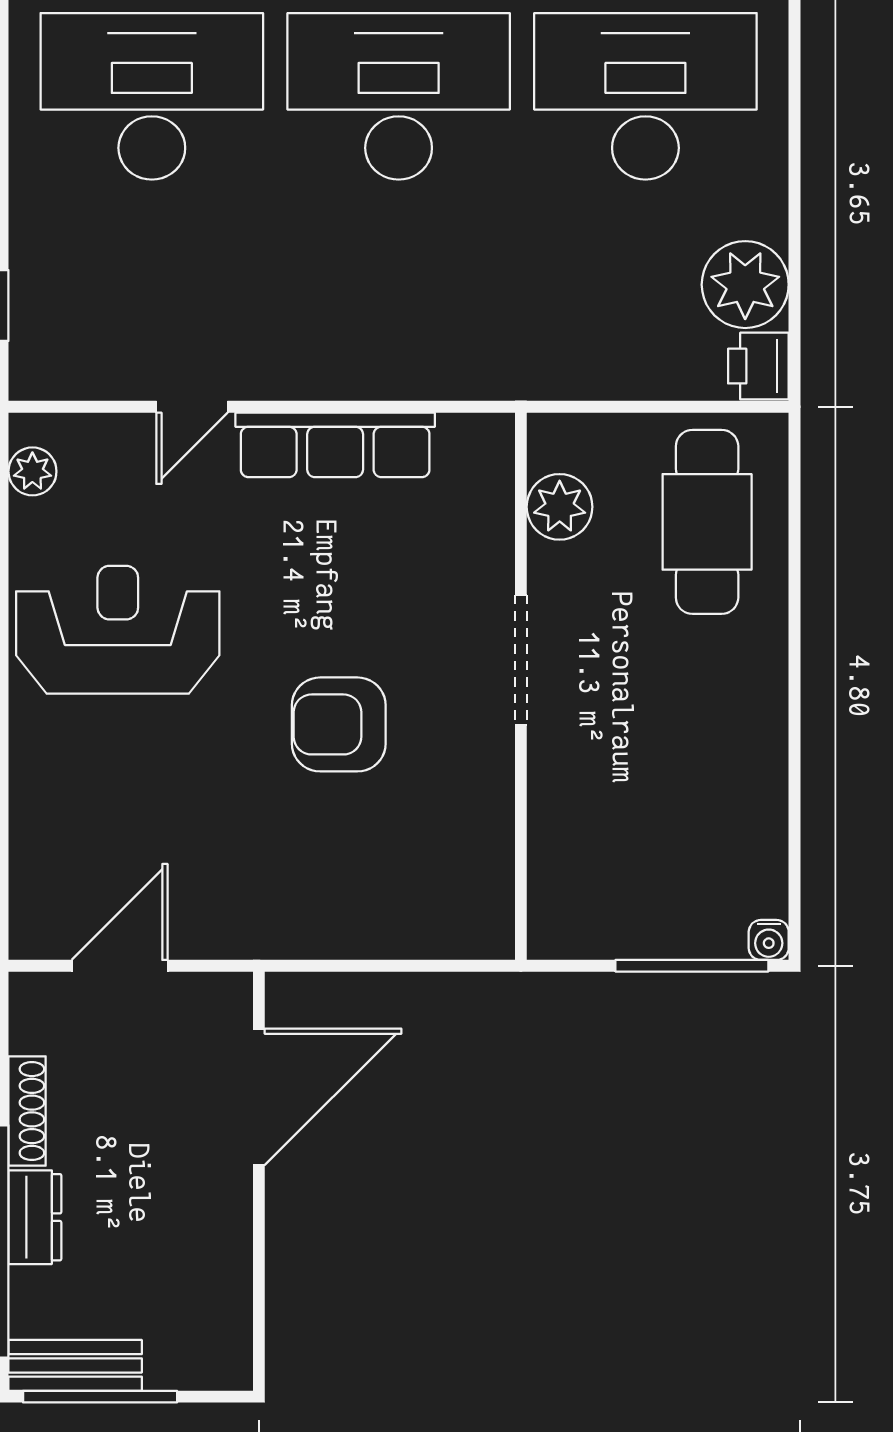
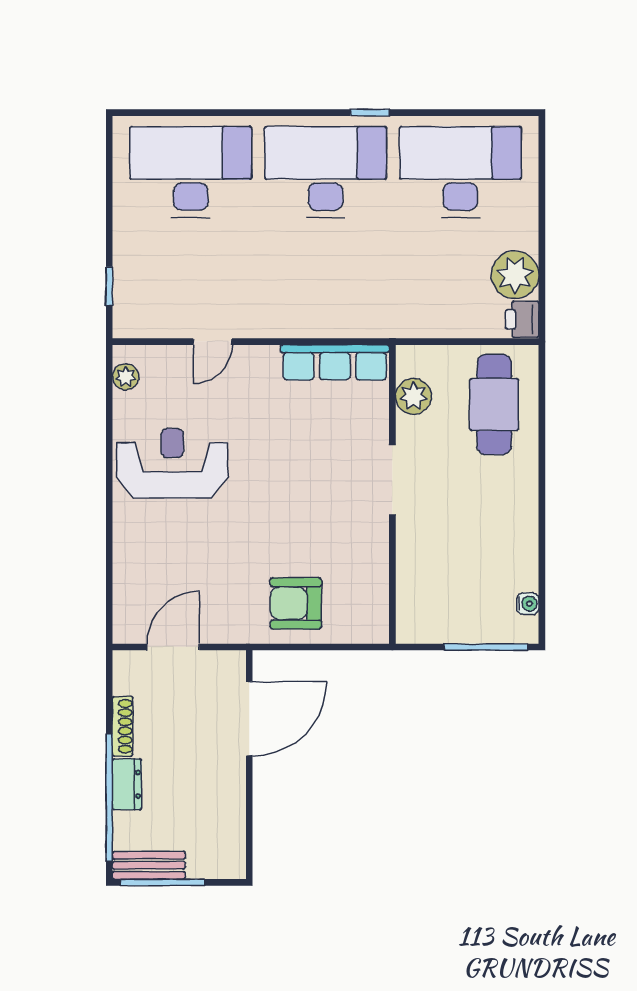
row of seats: (335, 445) -> (335, 362), moved
armchair: (339, 724) -> (296, 603), moved
water cooler: (769, 940) -> (528, 604), moved, turned -90

